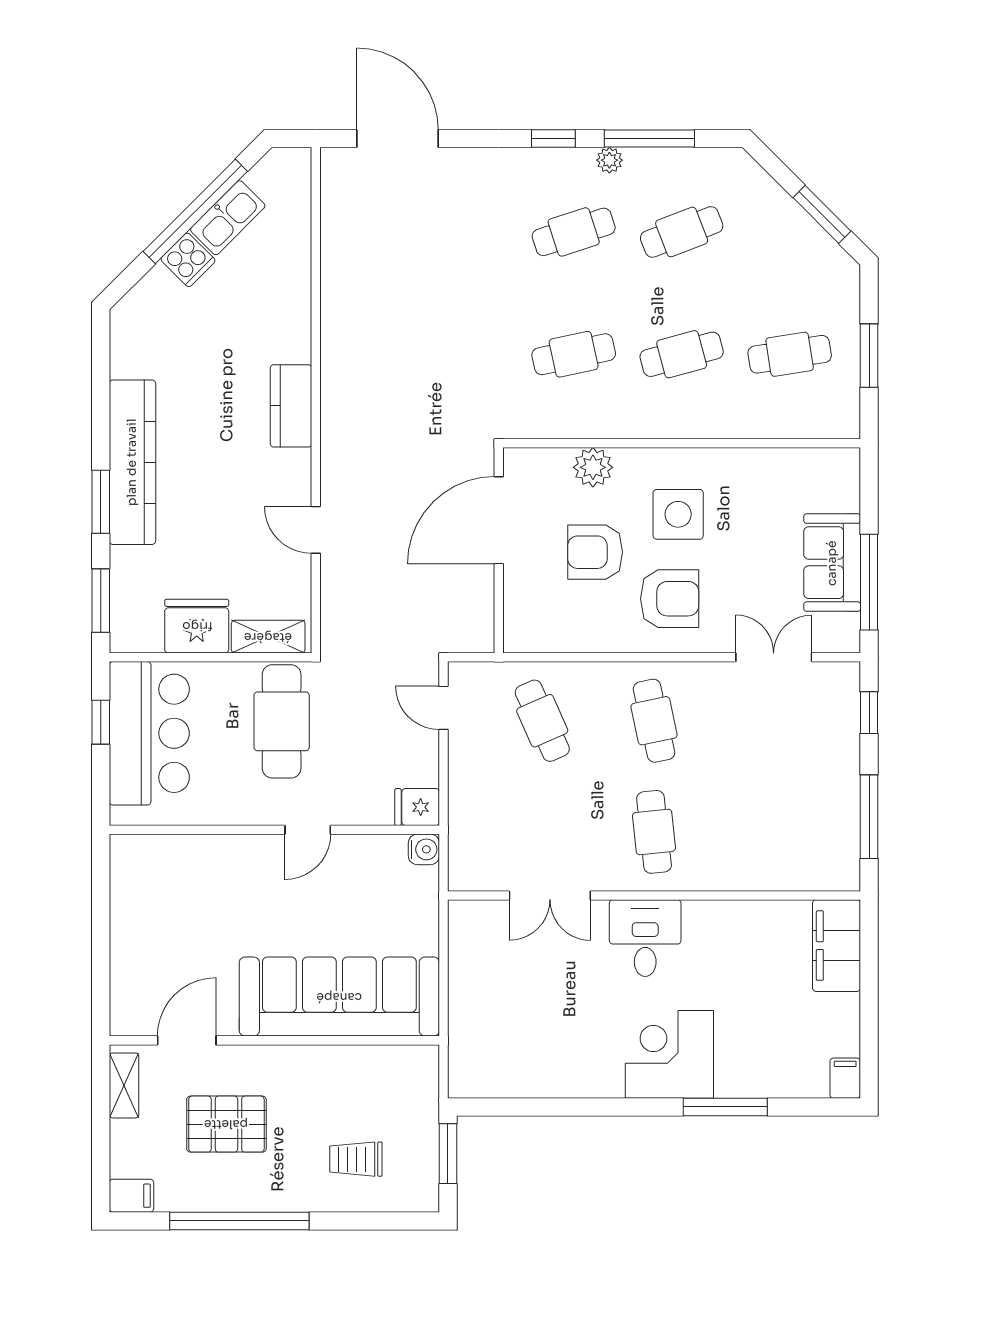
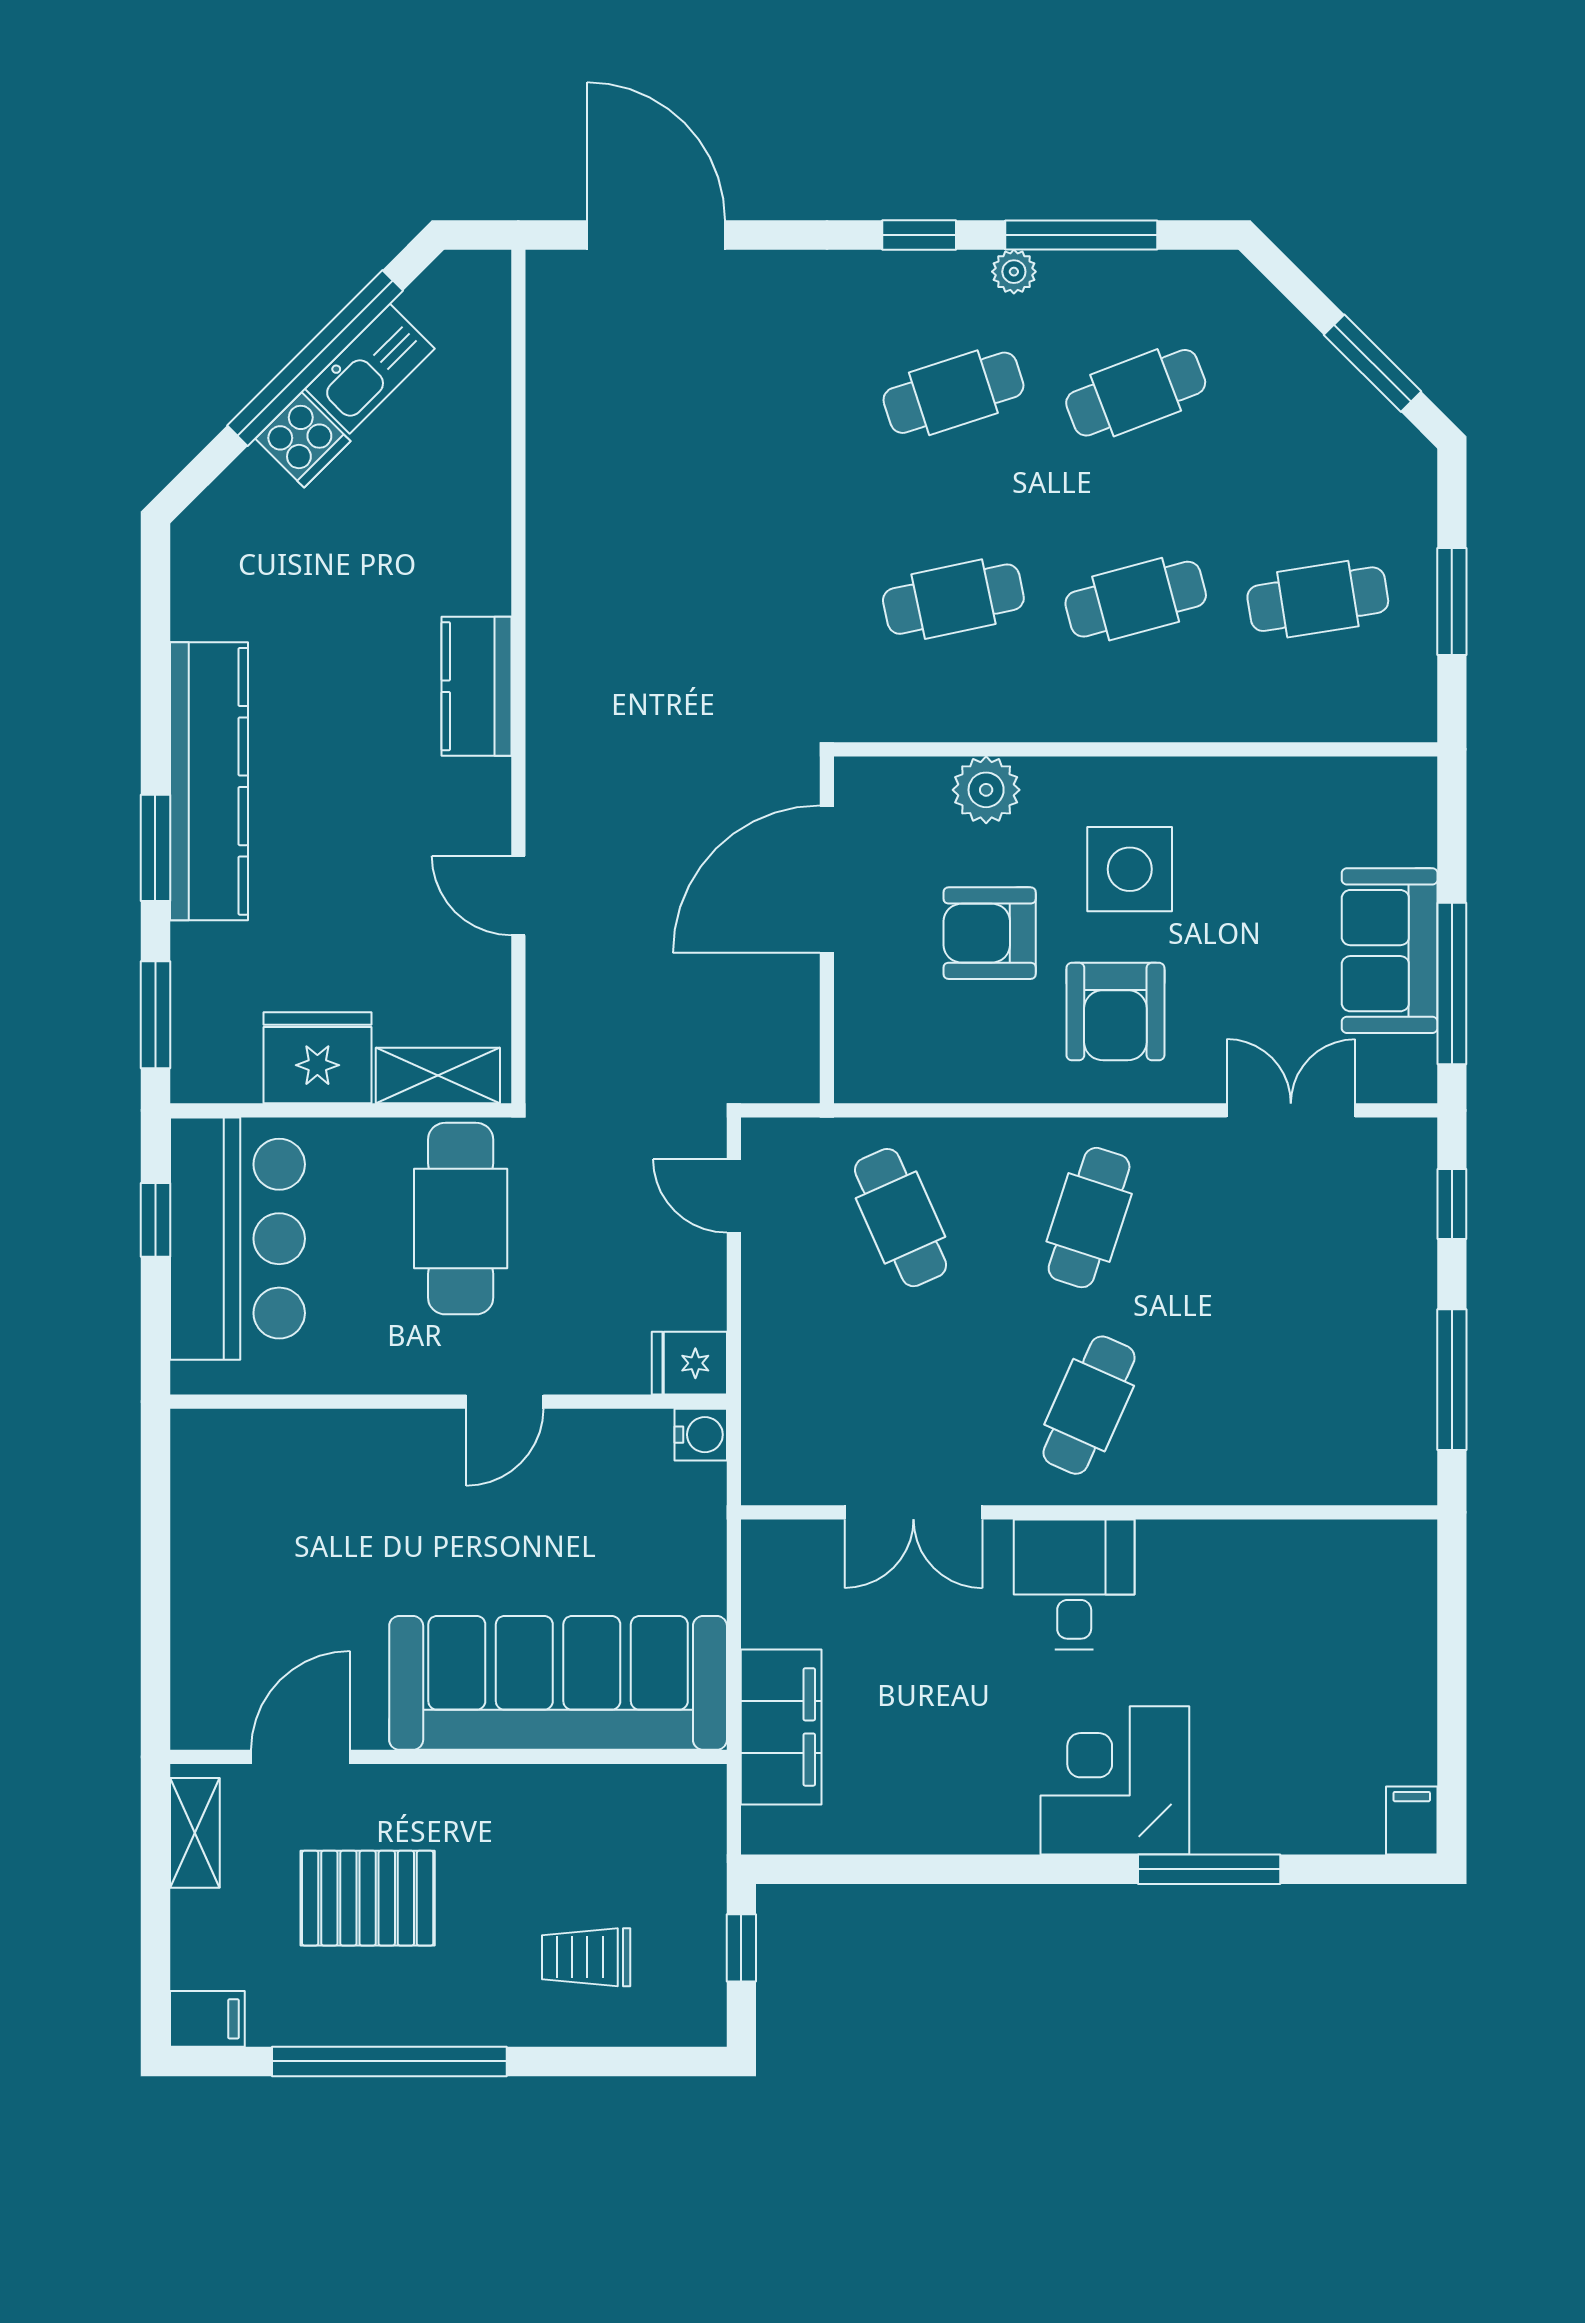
armchair: (670, 599) -> (1115, 1012), turned 90
cafe table: (654, 721) -> (1089, 1218), turned 30
cafe table: (654, 832) -> (1089, 1405), turned 30
filing cabinet: (837, 946) -> (781, 1727), moved, turned 180
window: (448, 1154) -> (741, 1948), width x0.67

